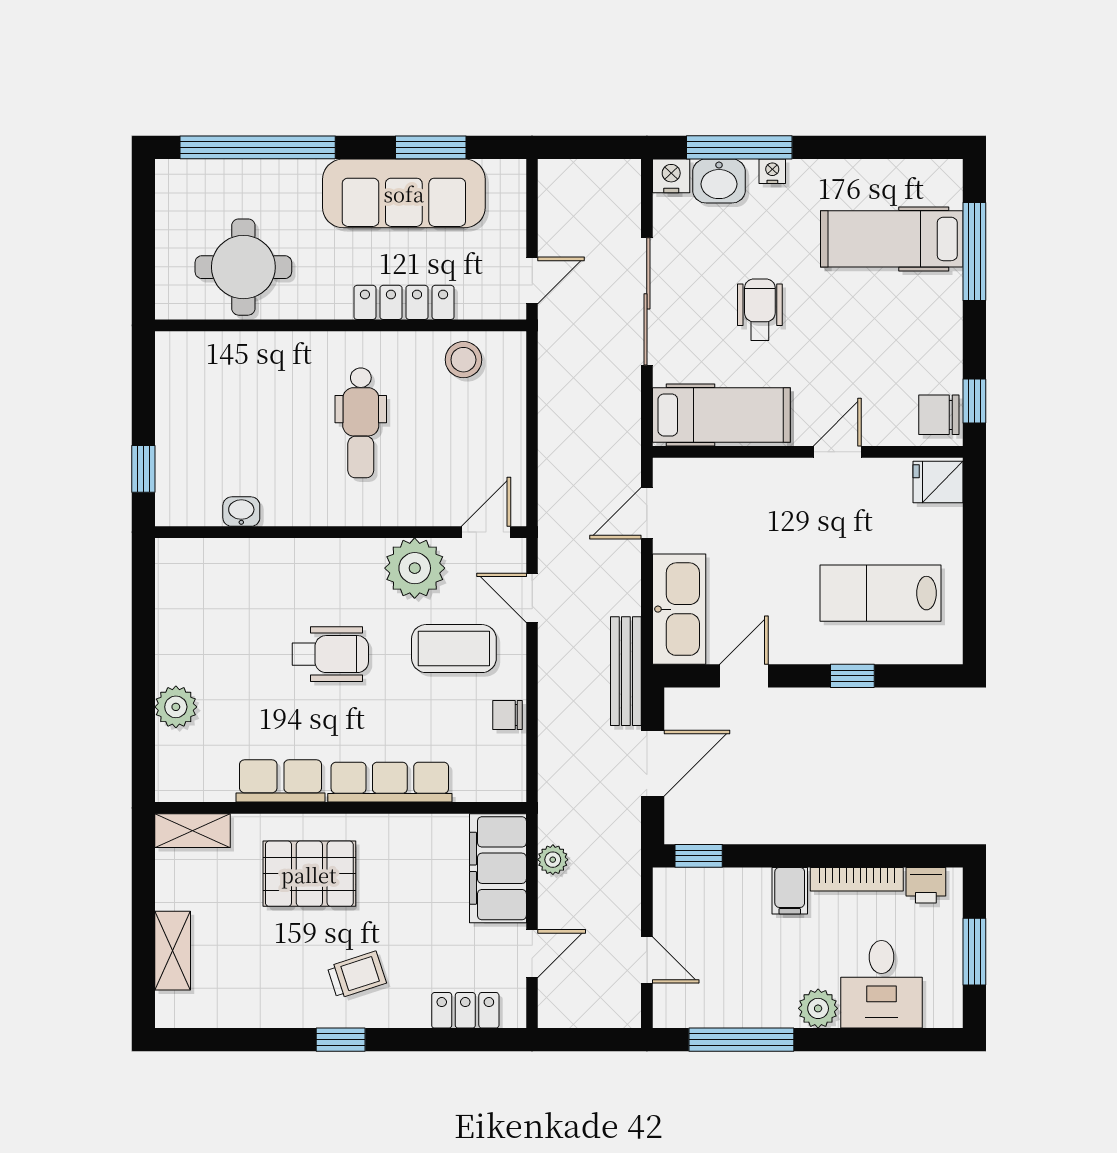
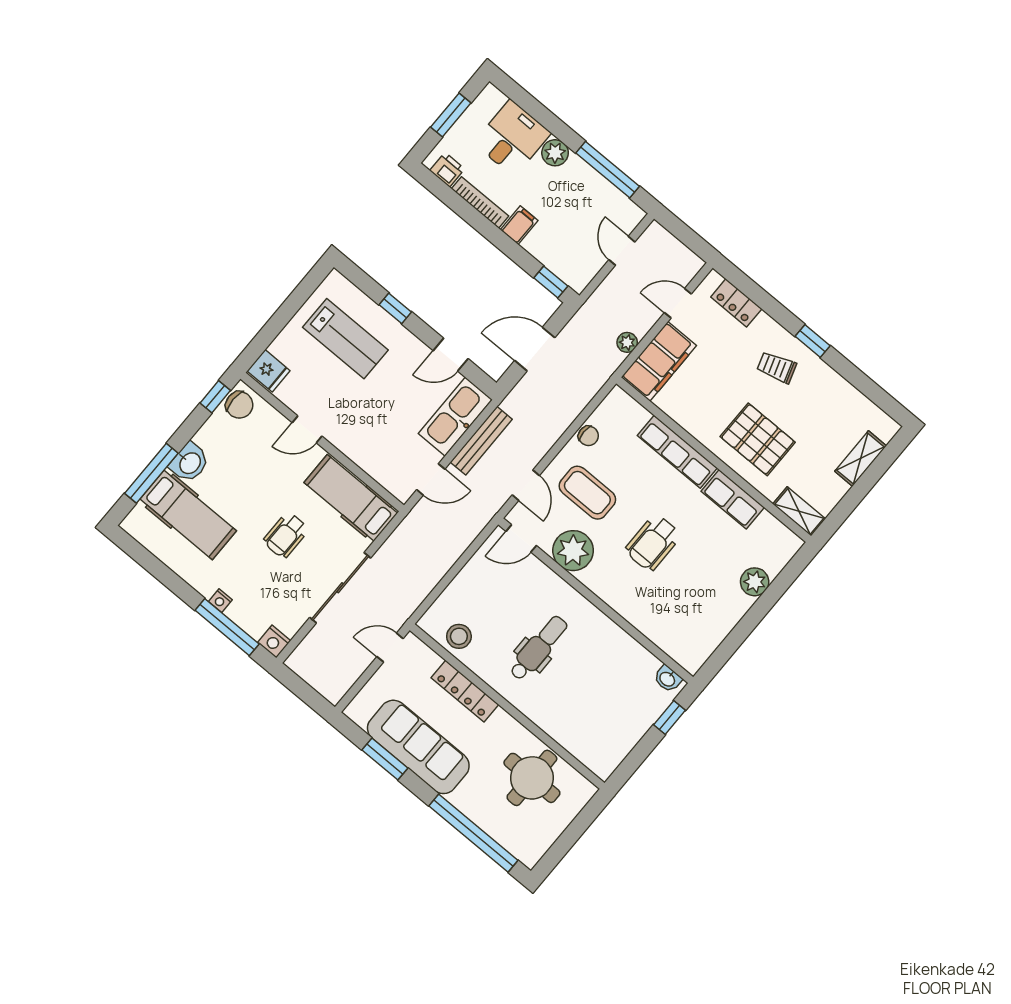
washbasin: (719, 181) -> (189, 463), moved, turned 90
washbasin: (241, 512) -> (668, 679), moved
wheelchair: (330, 654) -> (653, 543), turned -90
bench: (626, 671) -> (481, 441), moved

